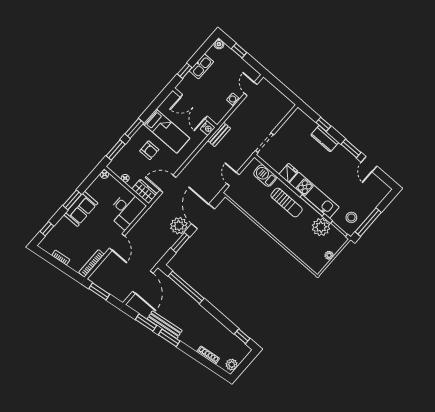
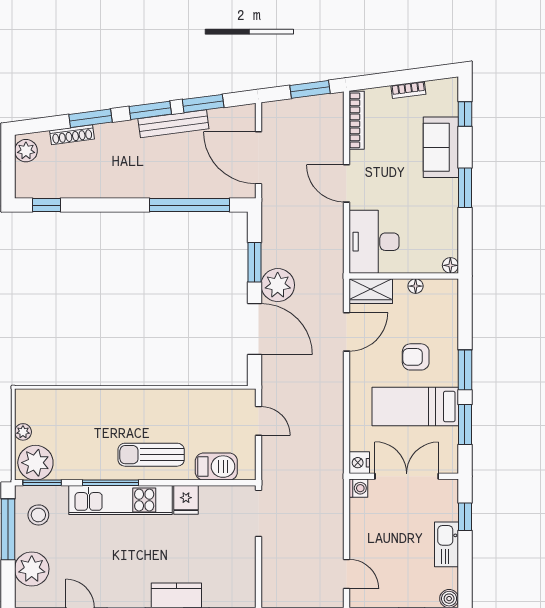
washing machine: (233, 100) -> (358, 488), moved
bench: (219, 134) -> (335, 468), removed
window: (116, 150) -> (465, 424), moved
plant: (372, 199) -> (32, 569), added
sofa: (81, 209) -> (441, 147), moved
plant: (321, 227) -> (35, 463), moved
window: (195, 355) -> (91, 118), added

